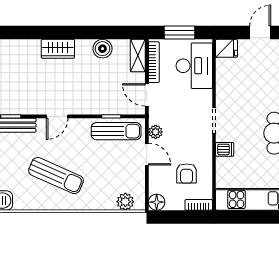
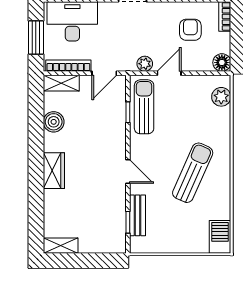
armchair: (187, 173) -> (190, 30), turned -90

